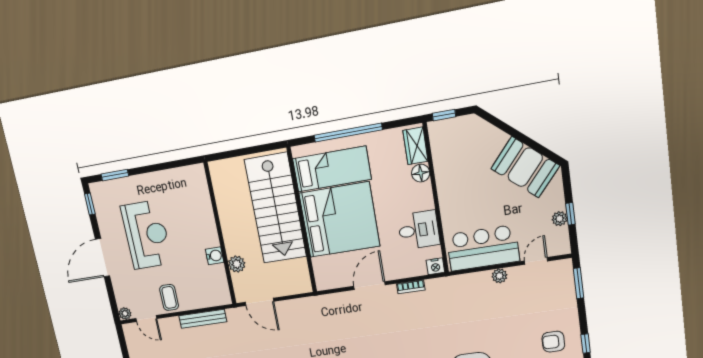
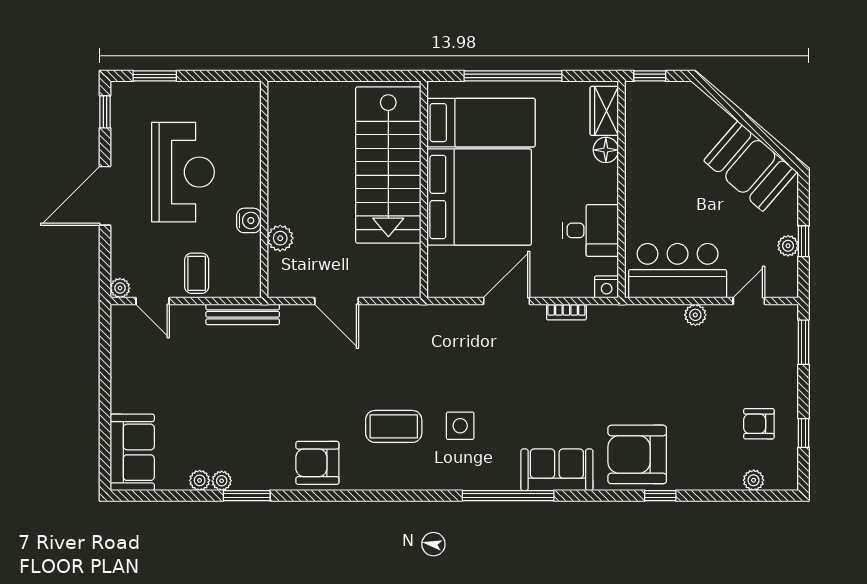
wall: (220, 234) -> (264, 189), moved
water cooler: (215, 256) -> (249, 220), moved
plant: (237, 264) -> (280, 238), moved

